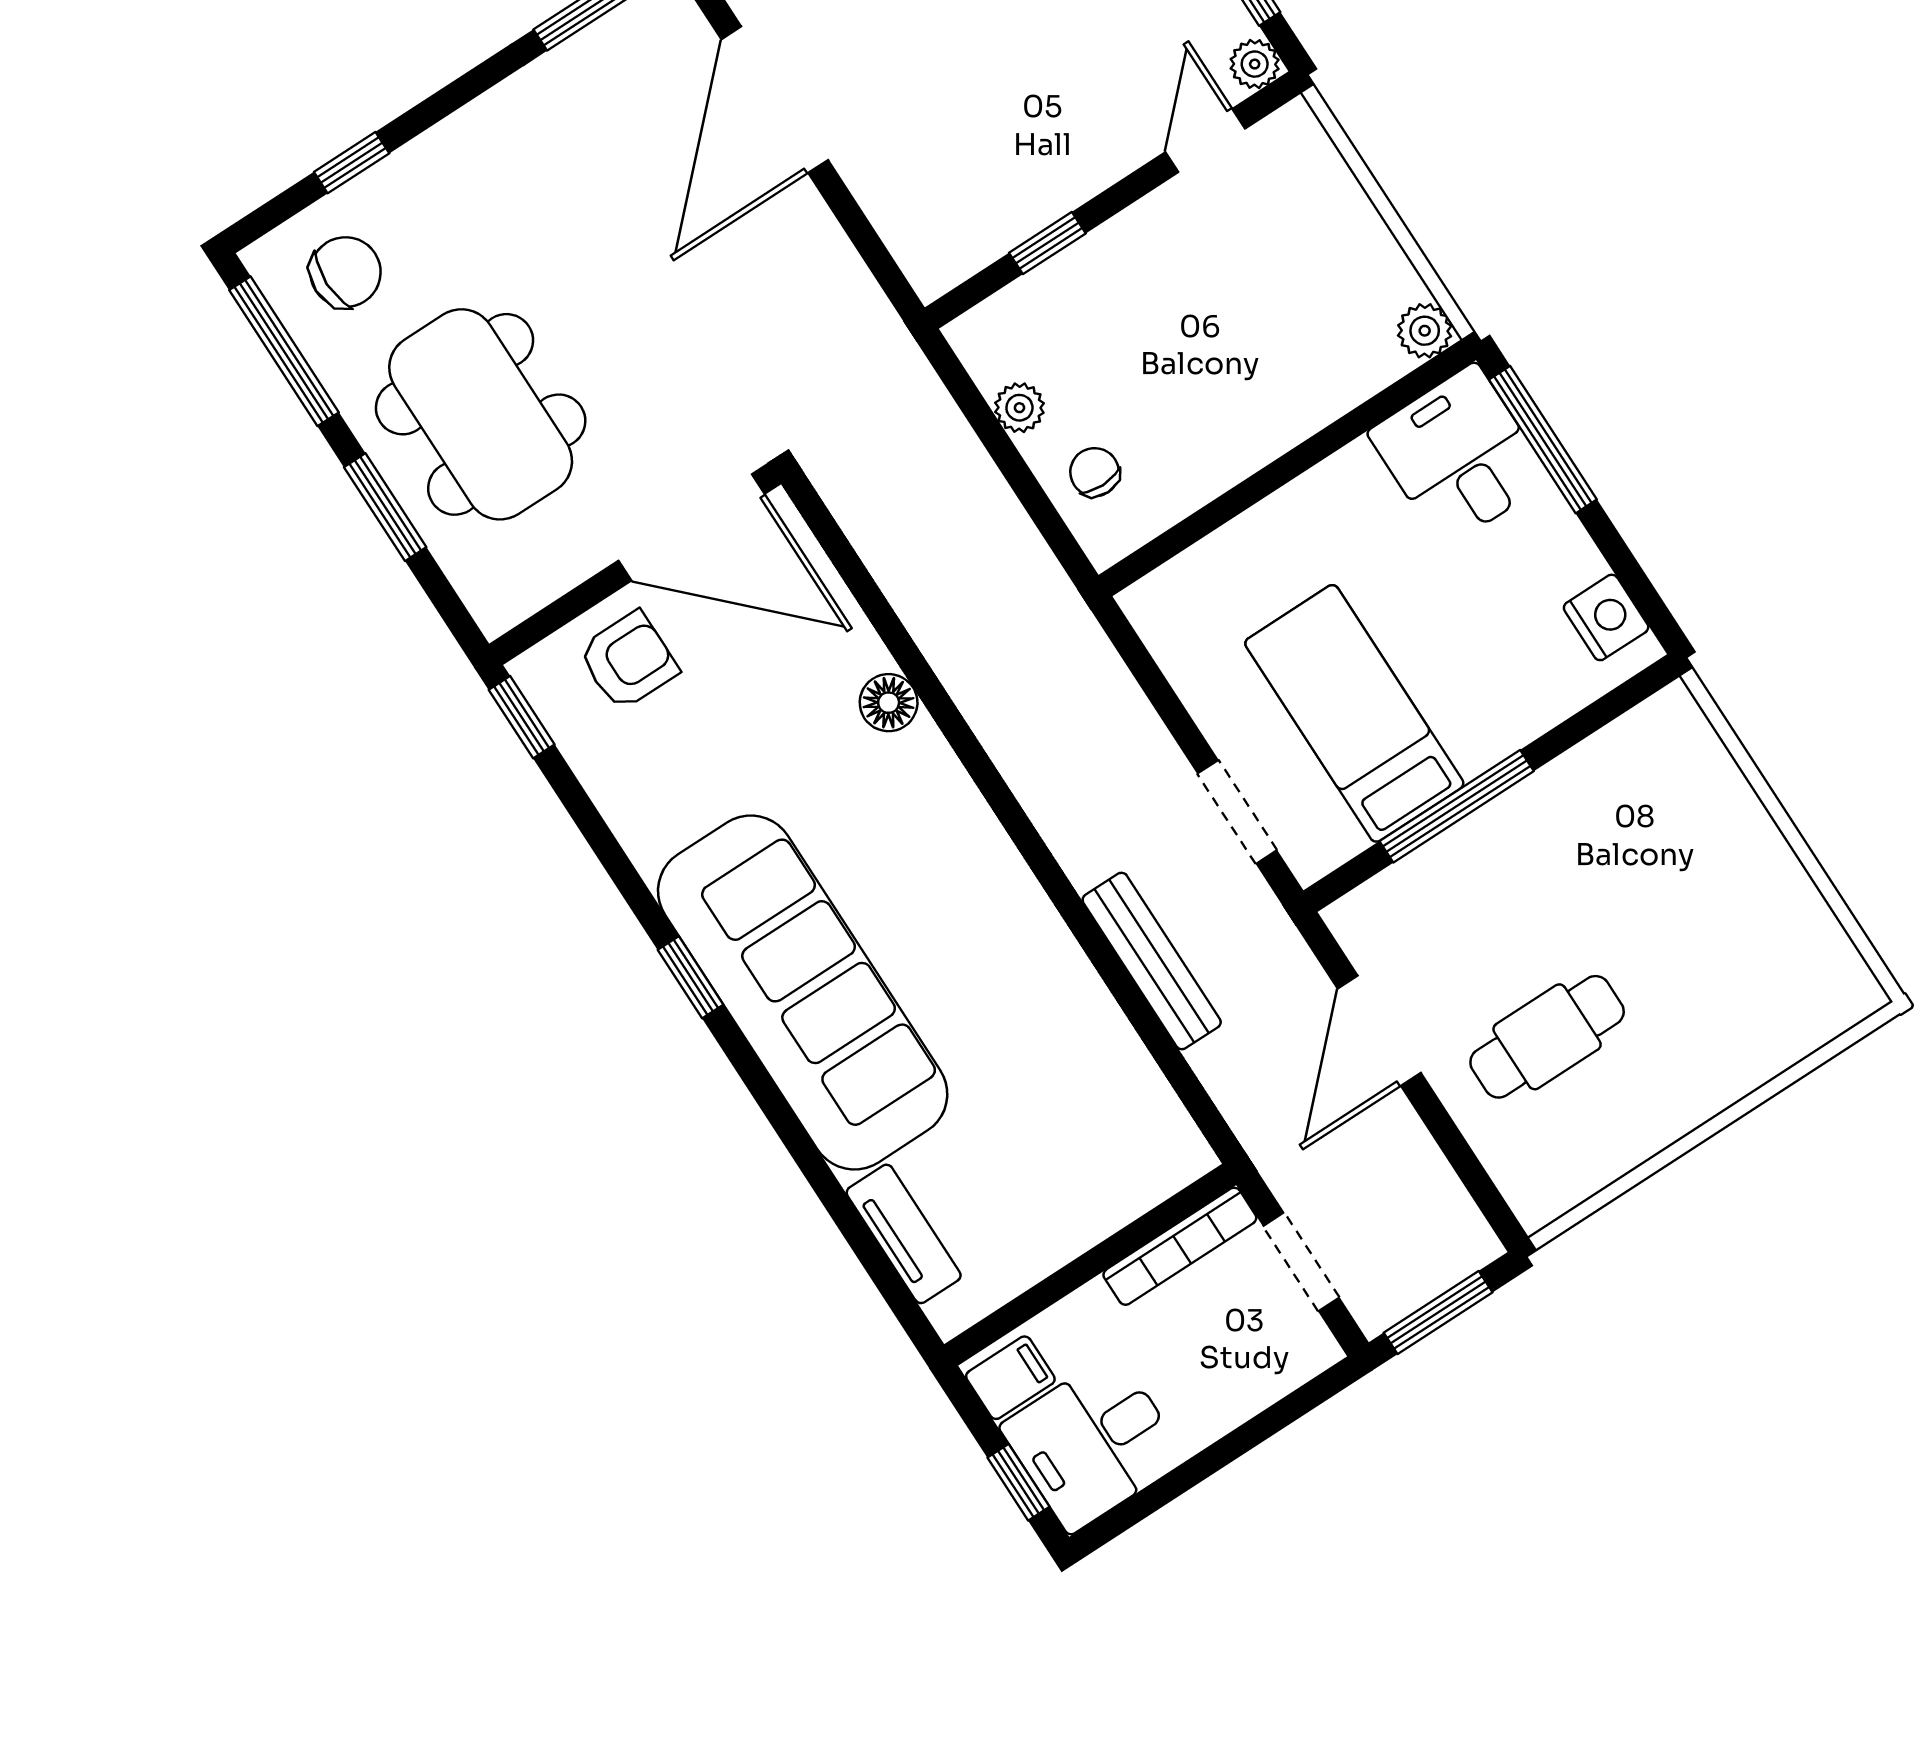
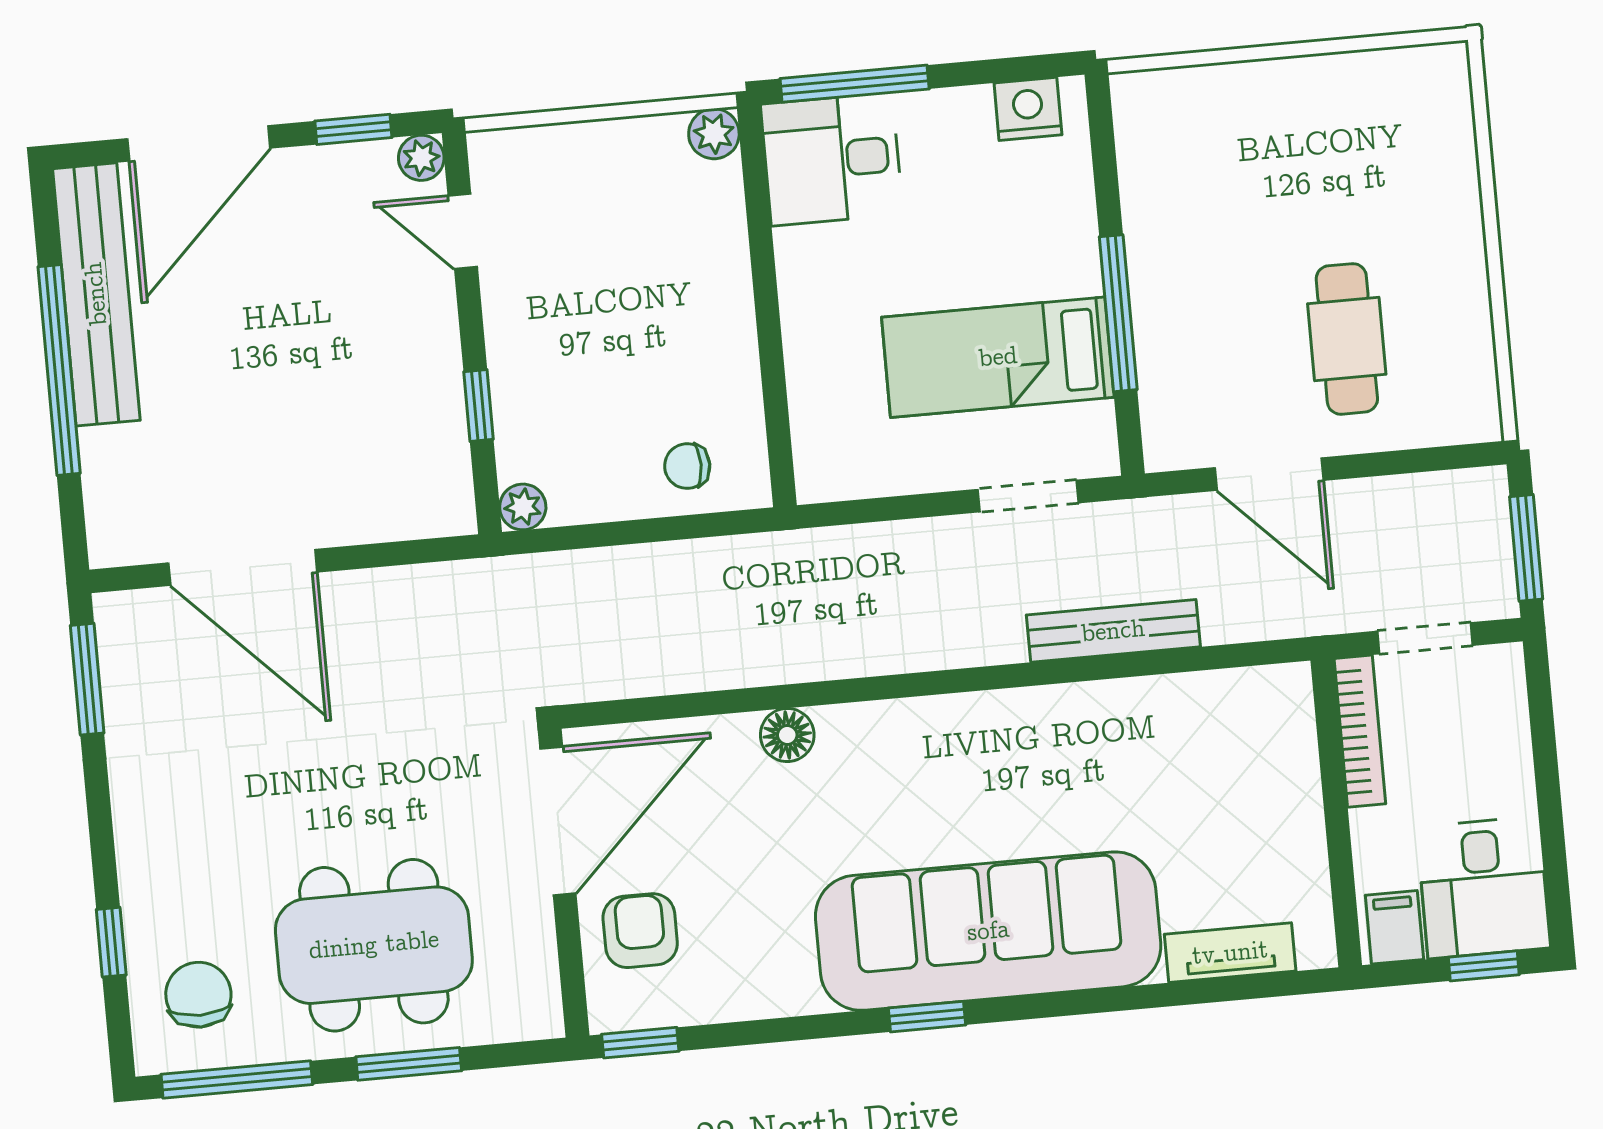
plant: (1019, 408) -> (523, 507), moved

